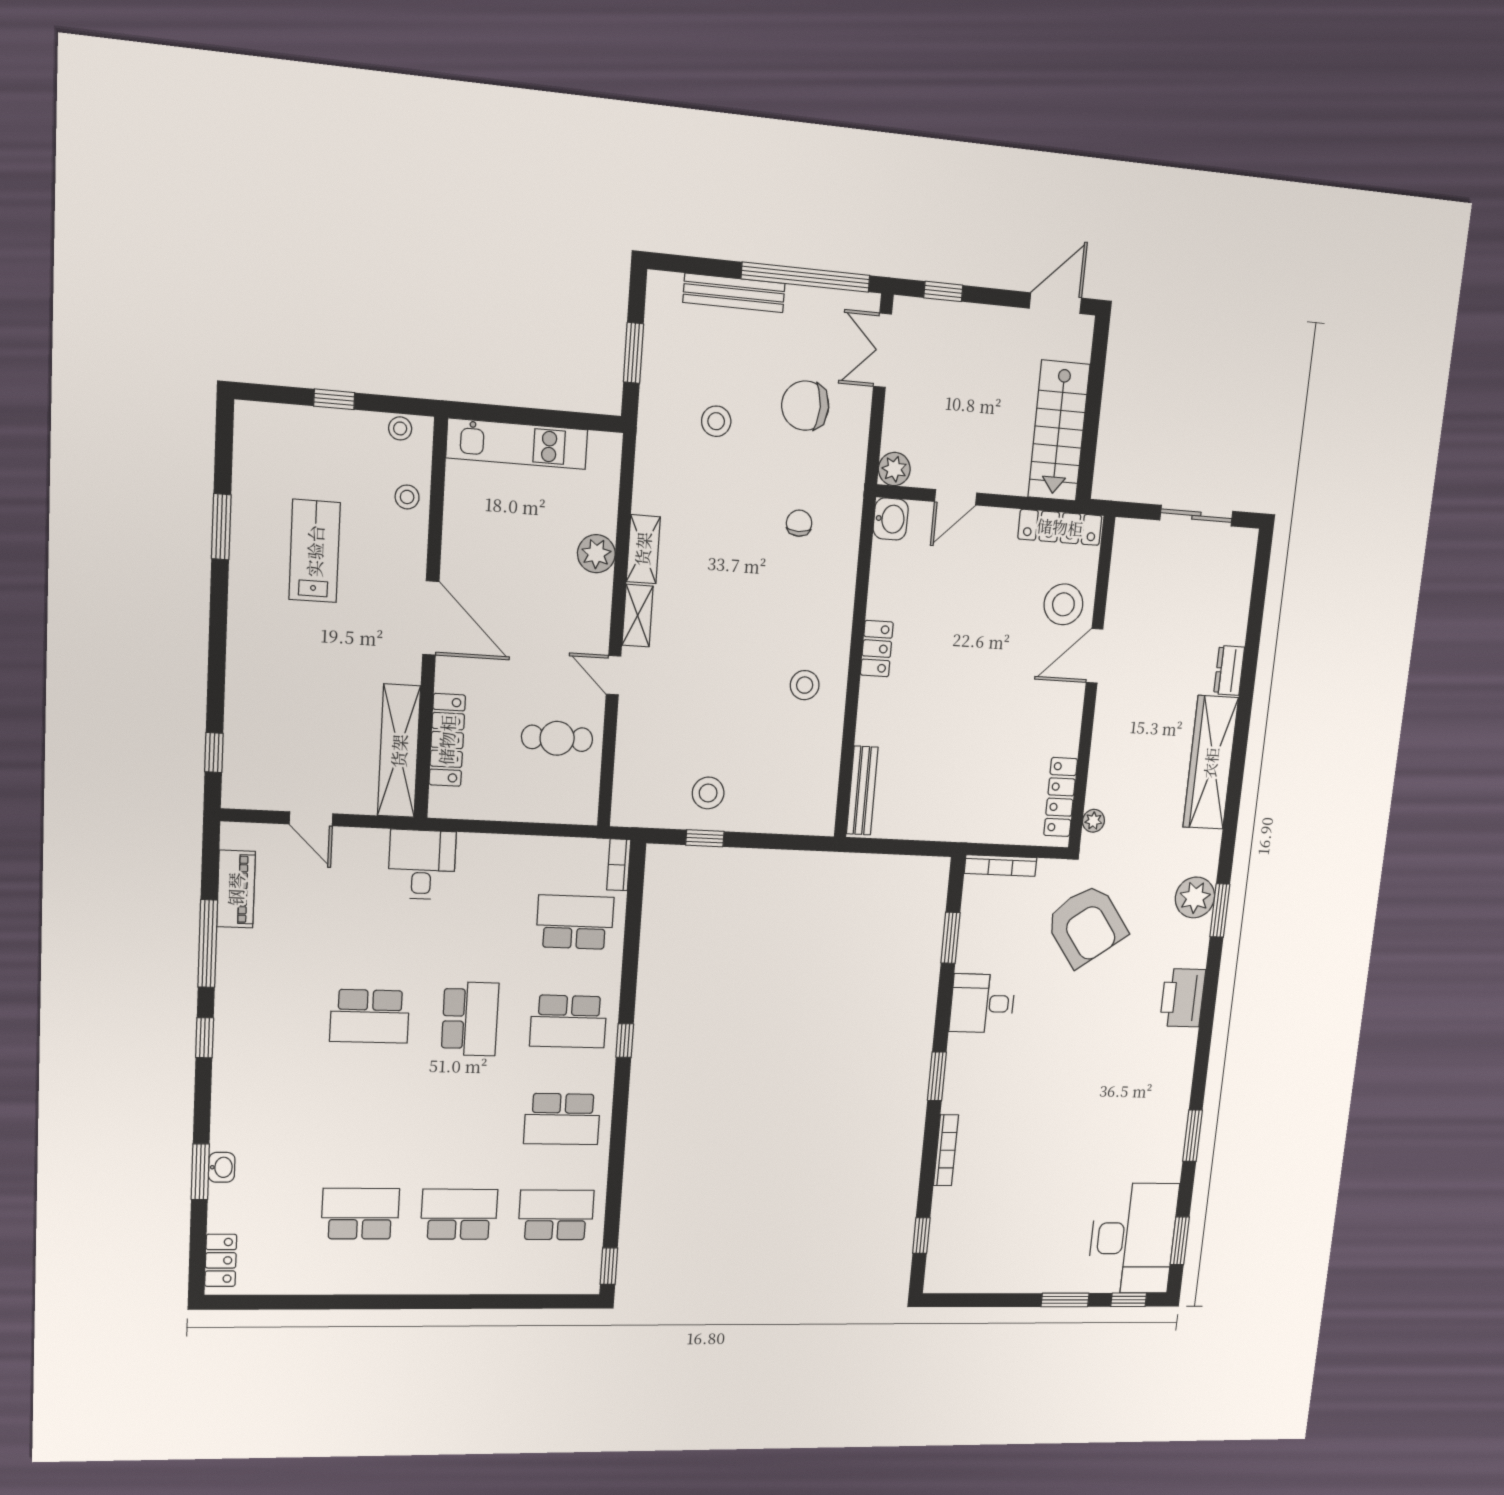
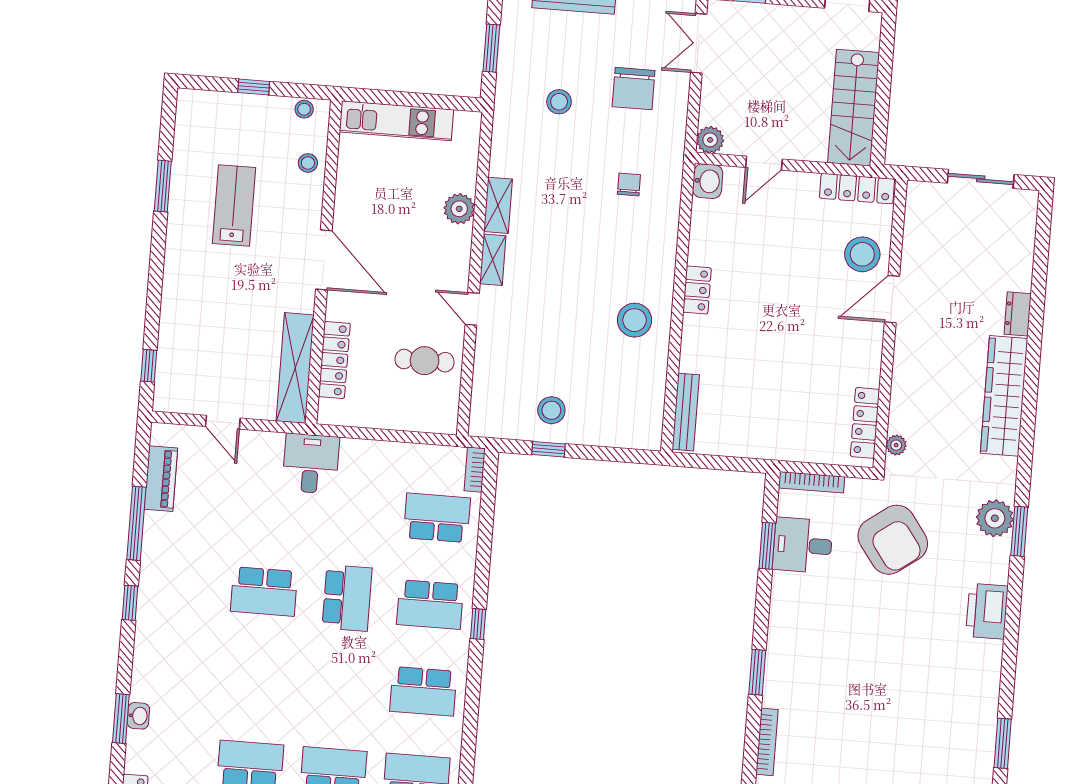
chair: (805, 406) -> (634, 89), turned -90
stool: (805, 685) -> (635, 320), width x1.38, depth x1.38
desk: (982, 1003) -> (803, 545), moved

